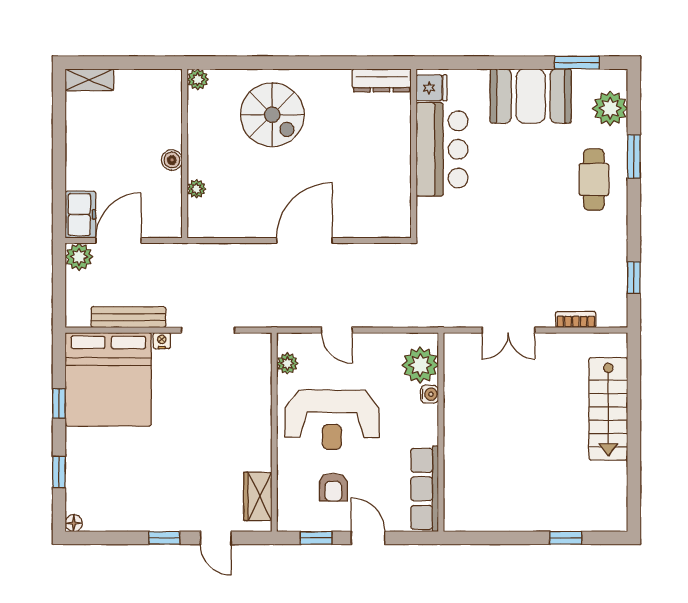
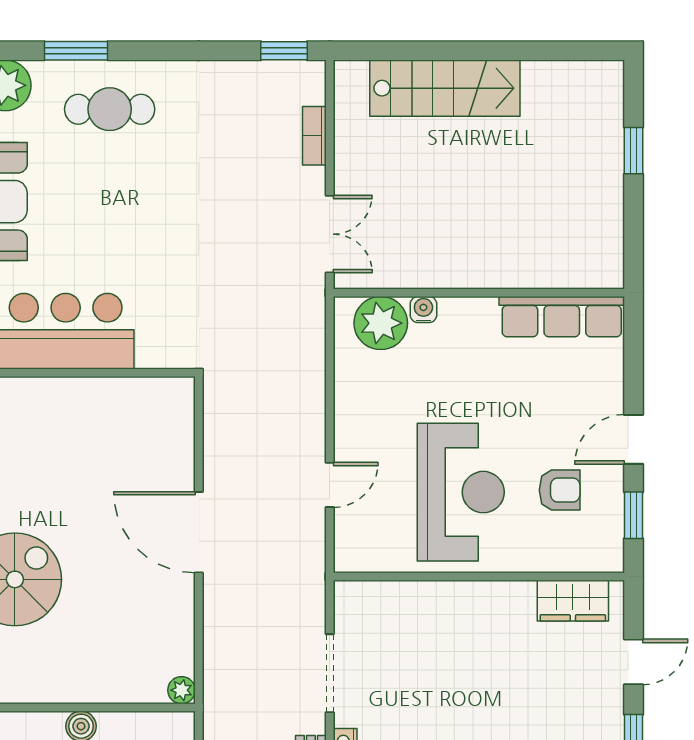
plant: (196, 189) -> (181, 690), moved
window: (634, 278) -> (284, 51), moved
plant: (287, 363) -> (378, 557), removed
plant: (420, 365) -> (381, 323), moved
water cooler: (429, 394) -> (423, 309), moved
wall: (441, 432) -> (479, 293), moved
row of seats: (425, 489) -> (562, 317), moved

